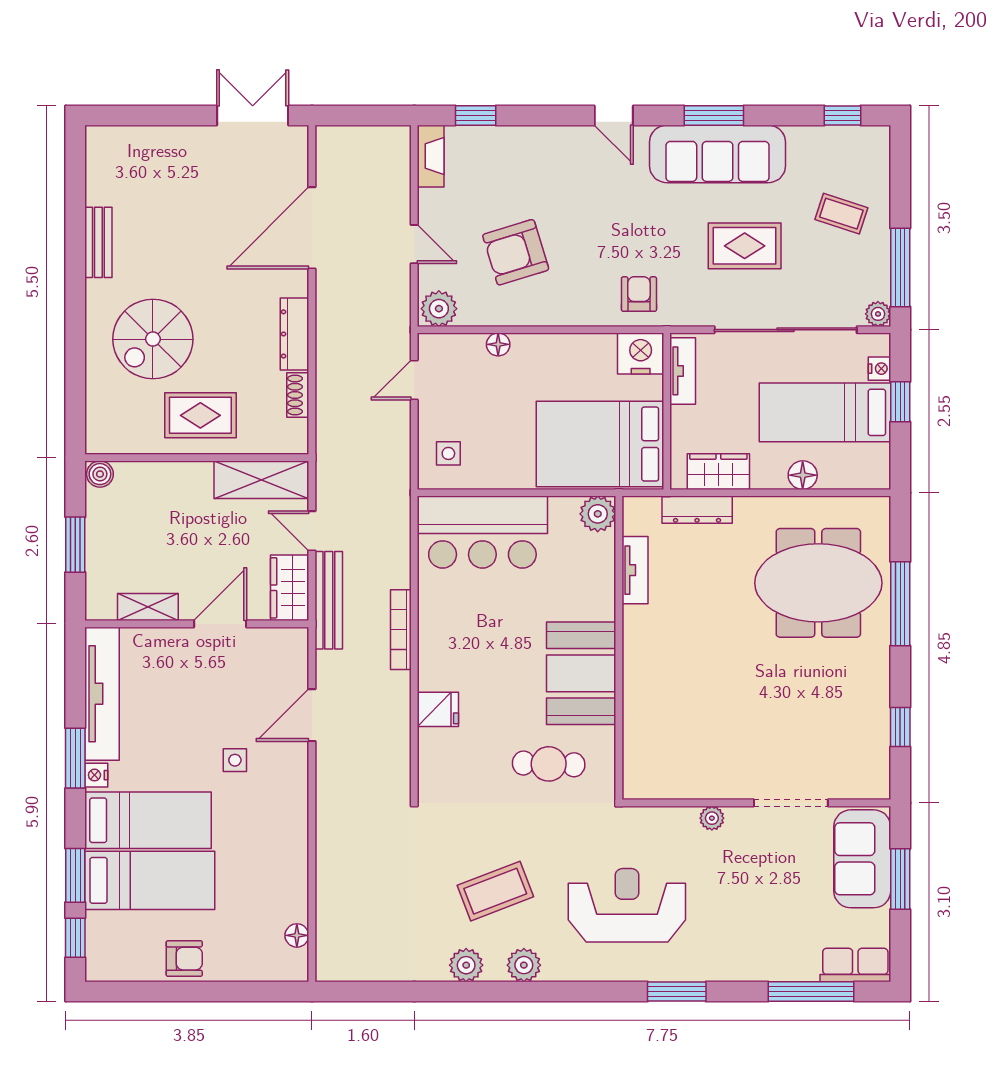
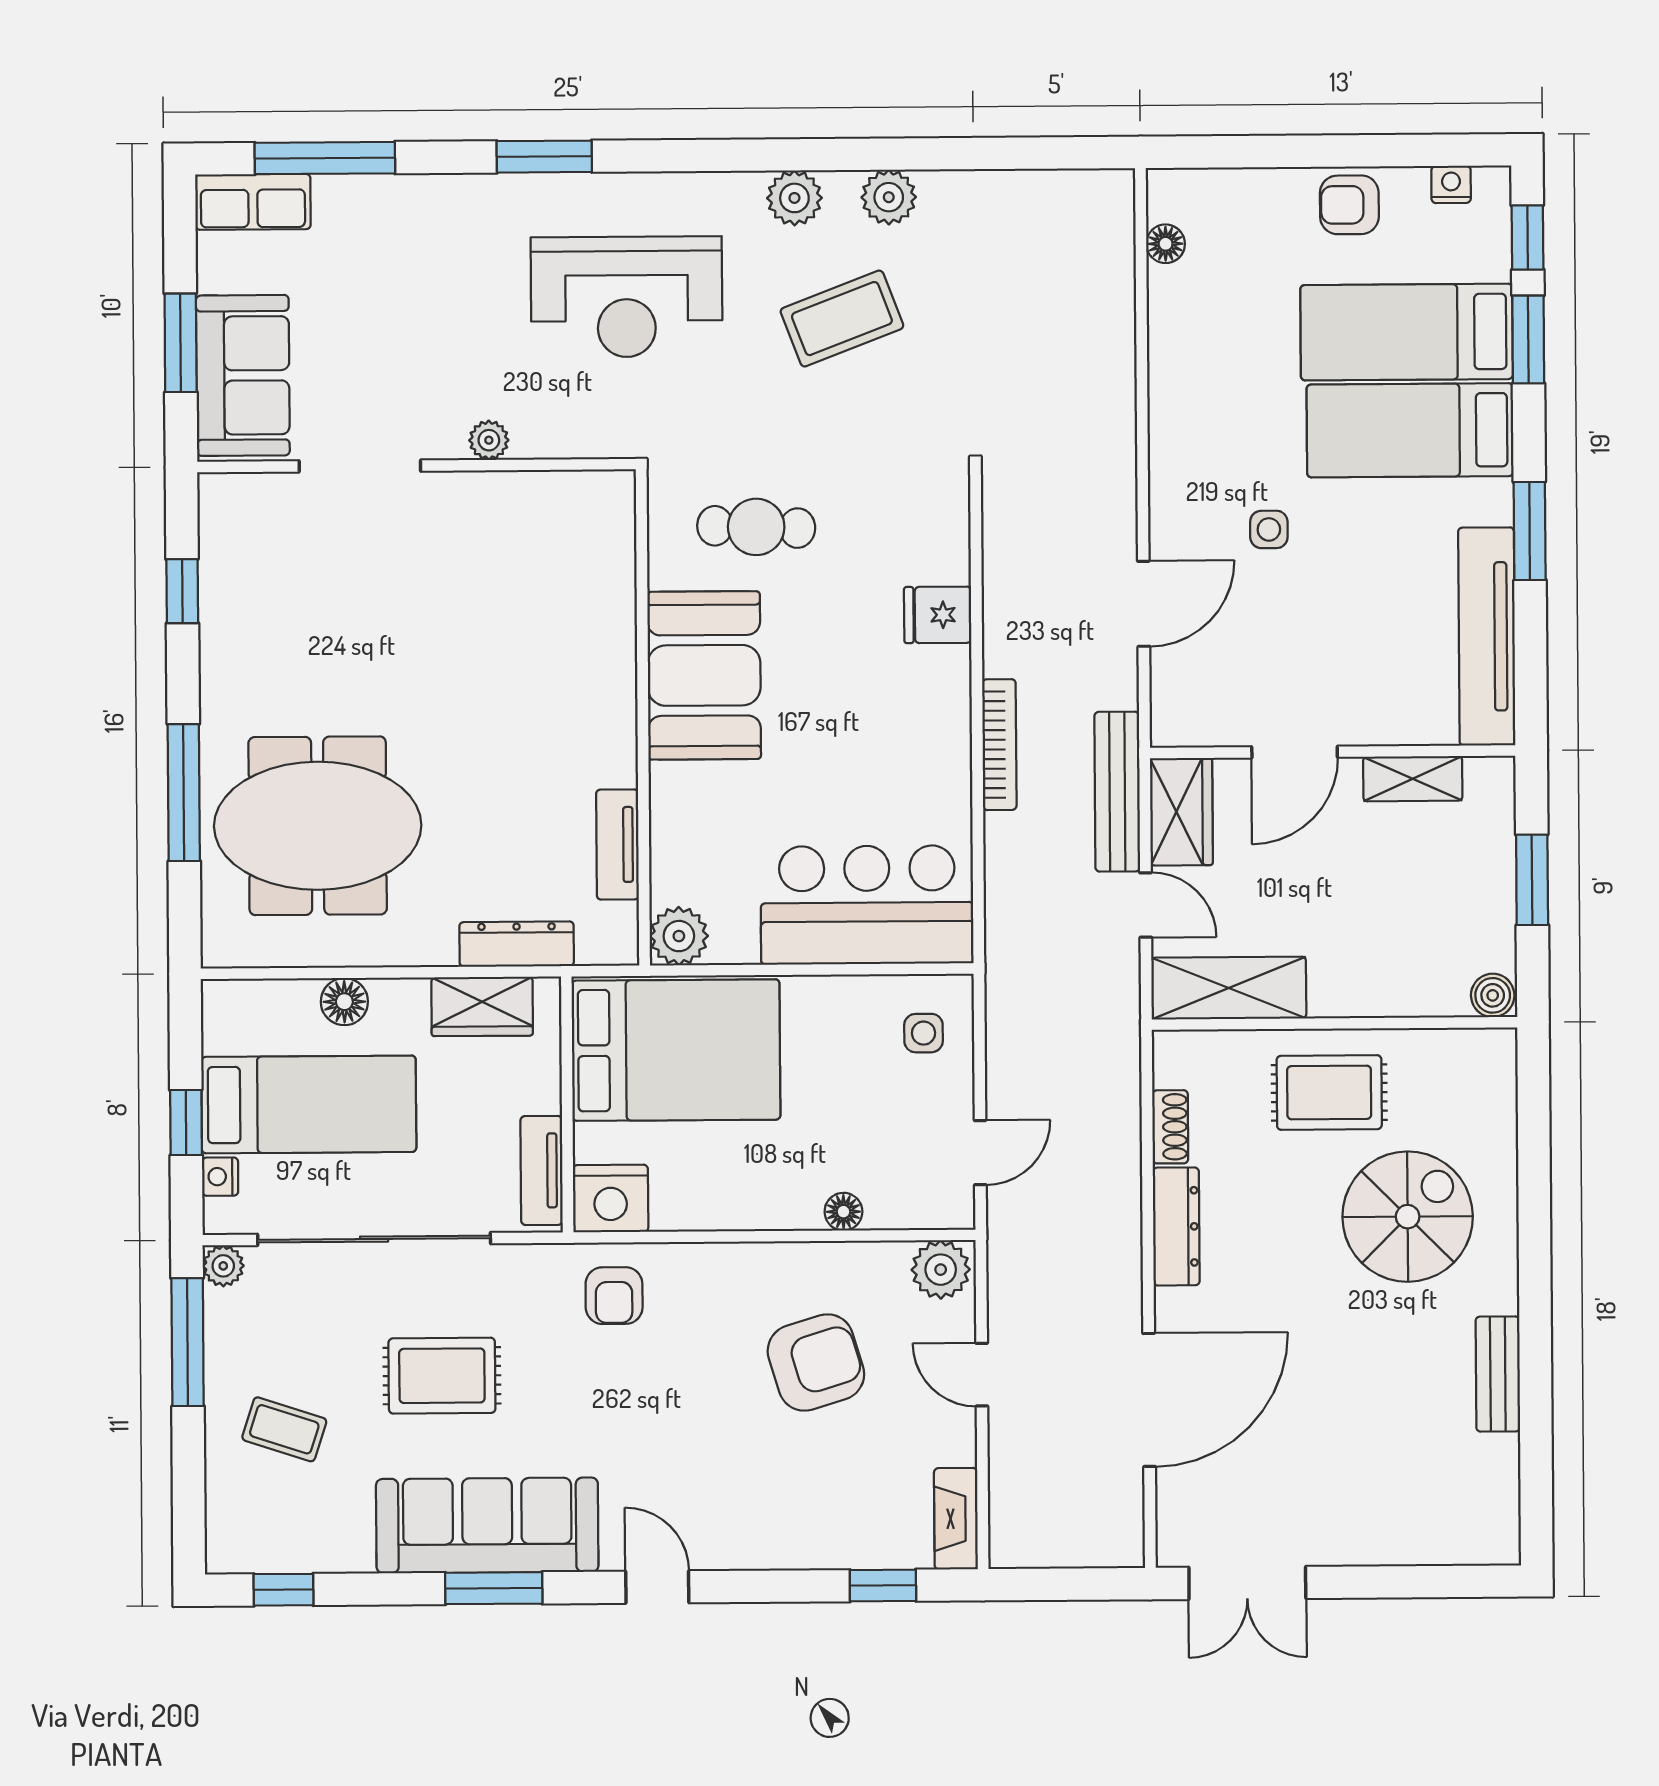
nightstand: (96, 775) -> (1451, 184), moved, turned -90

